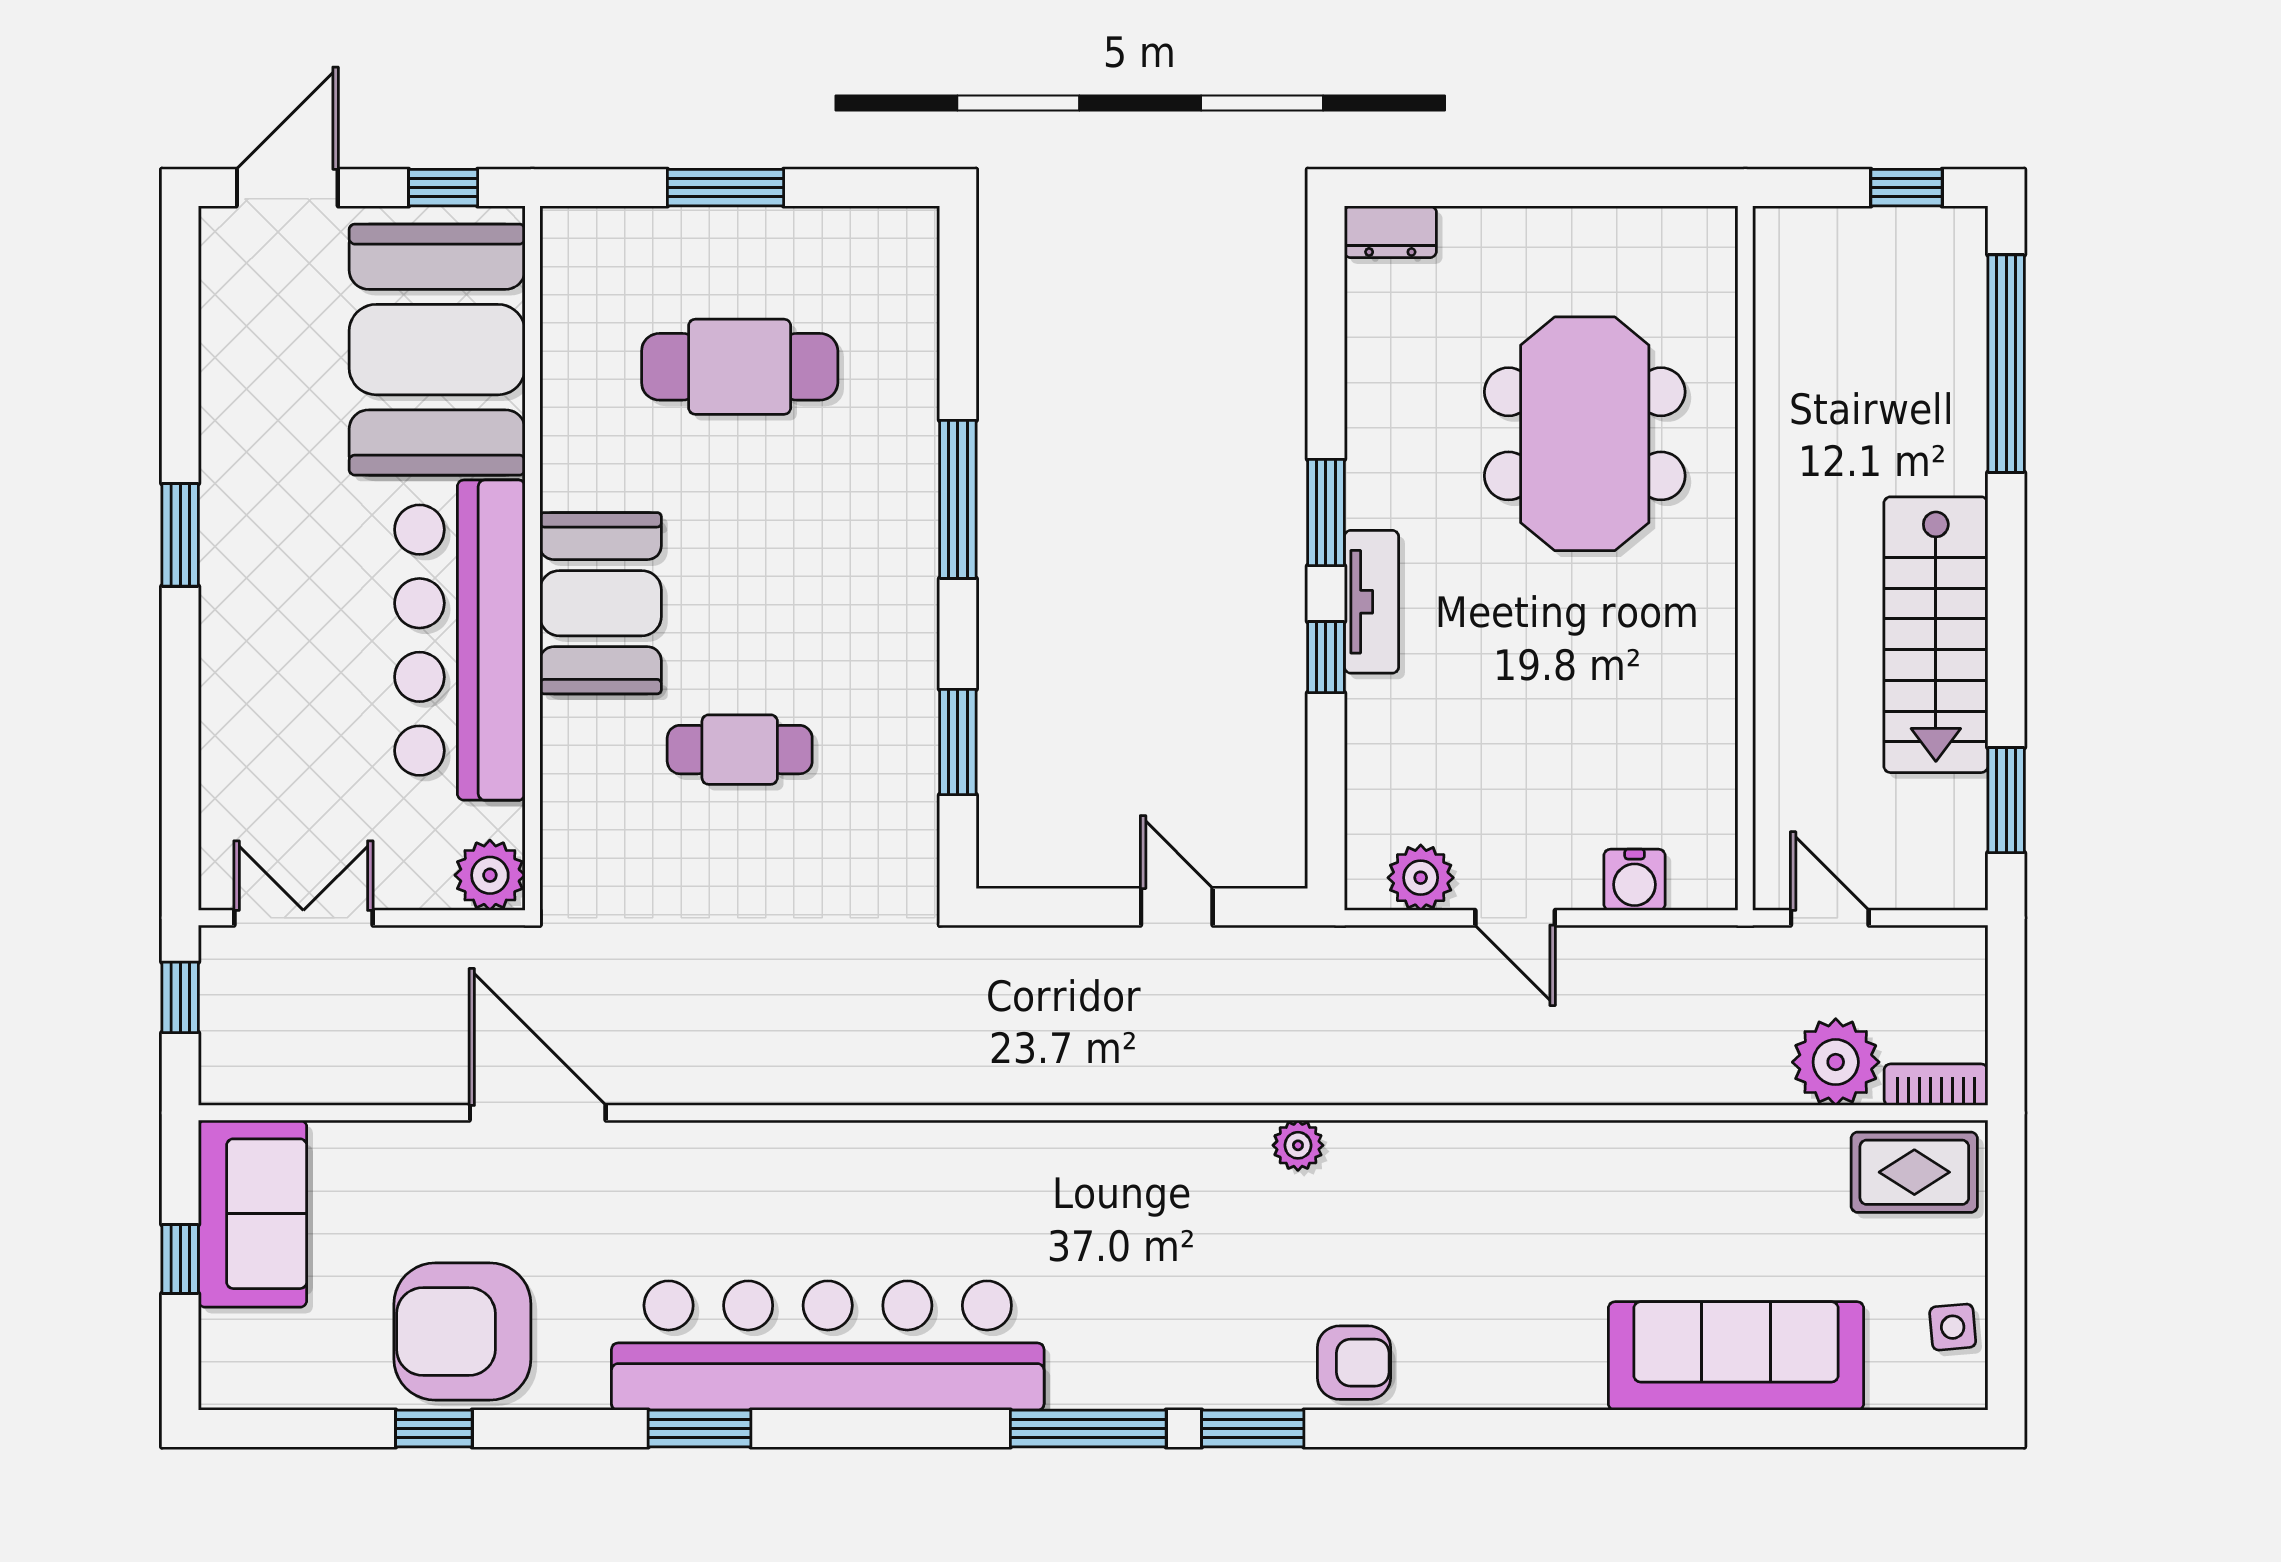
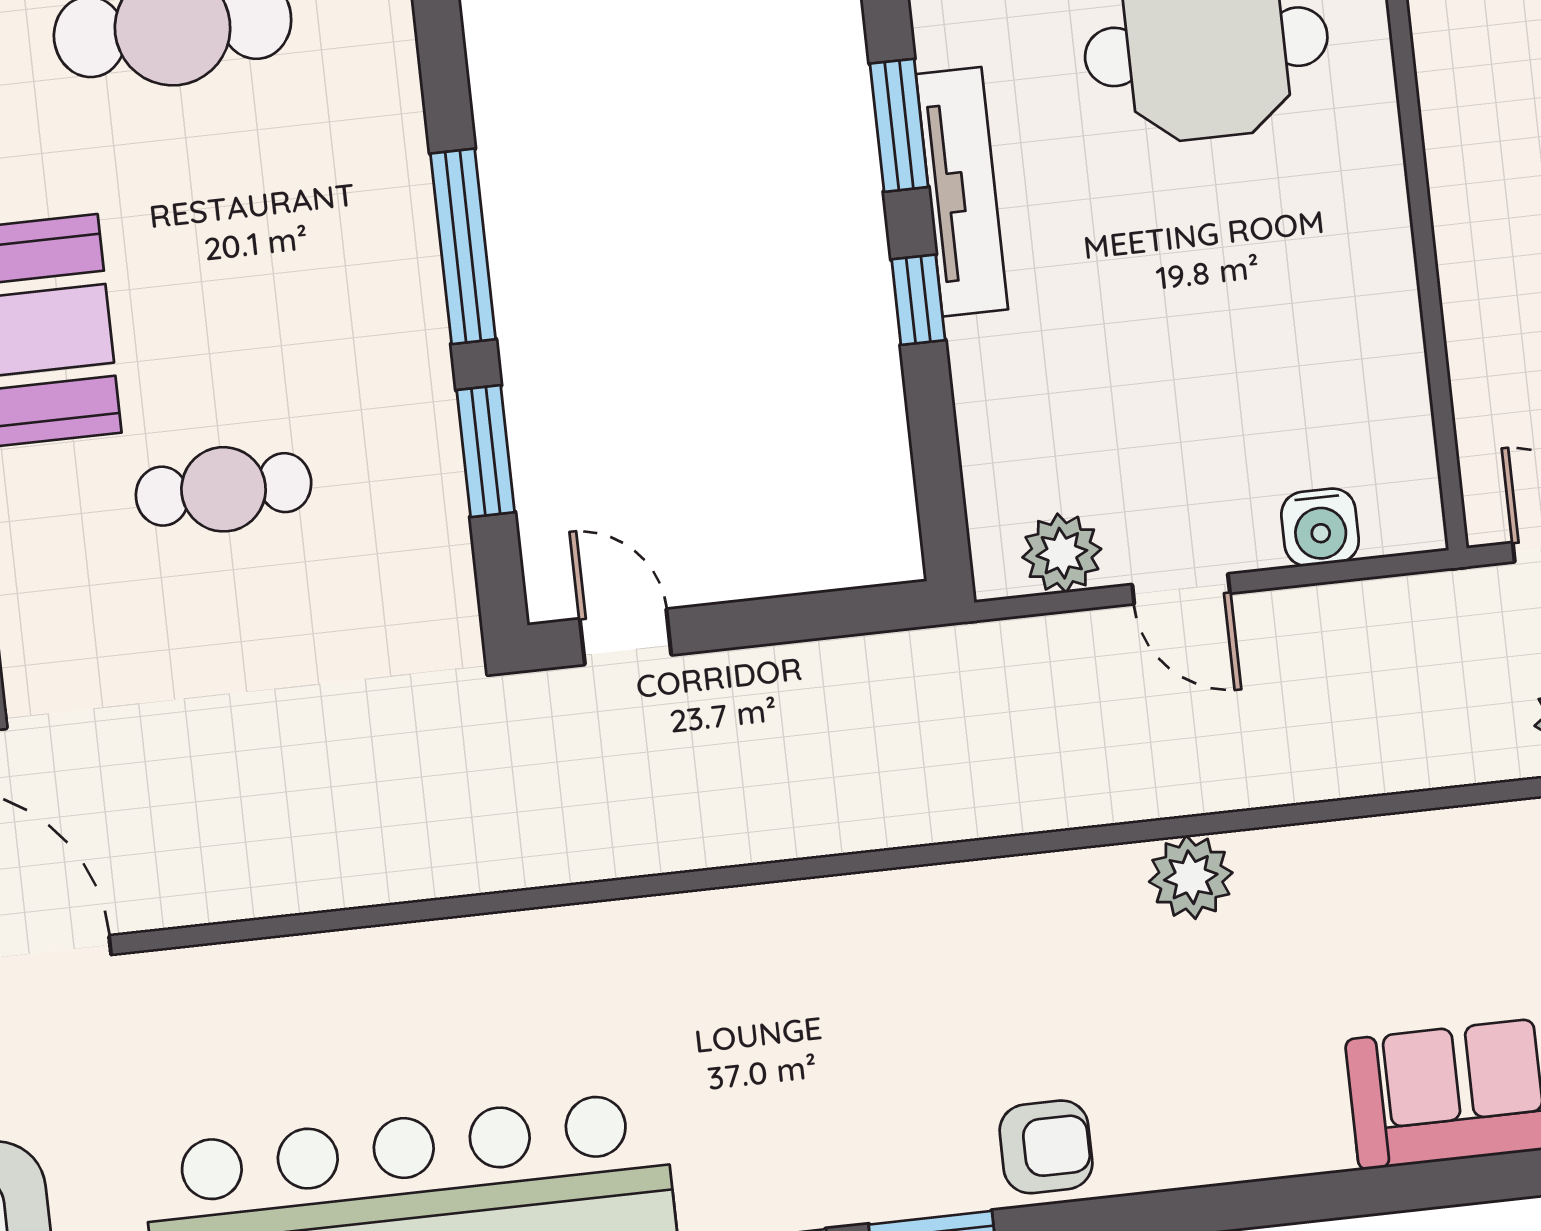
window: (958, 499) -> (463, 246), moved
tv unit: (1371, 602) -> (962, 192), width x1.41
door: (1177, 907) -> (626, 637), moved
plant: (1298, 1145) -> (1191, 877), moved, width x1.38, depth x1.38

